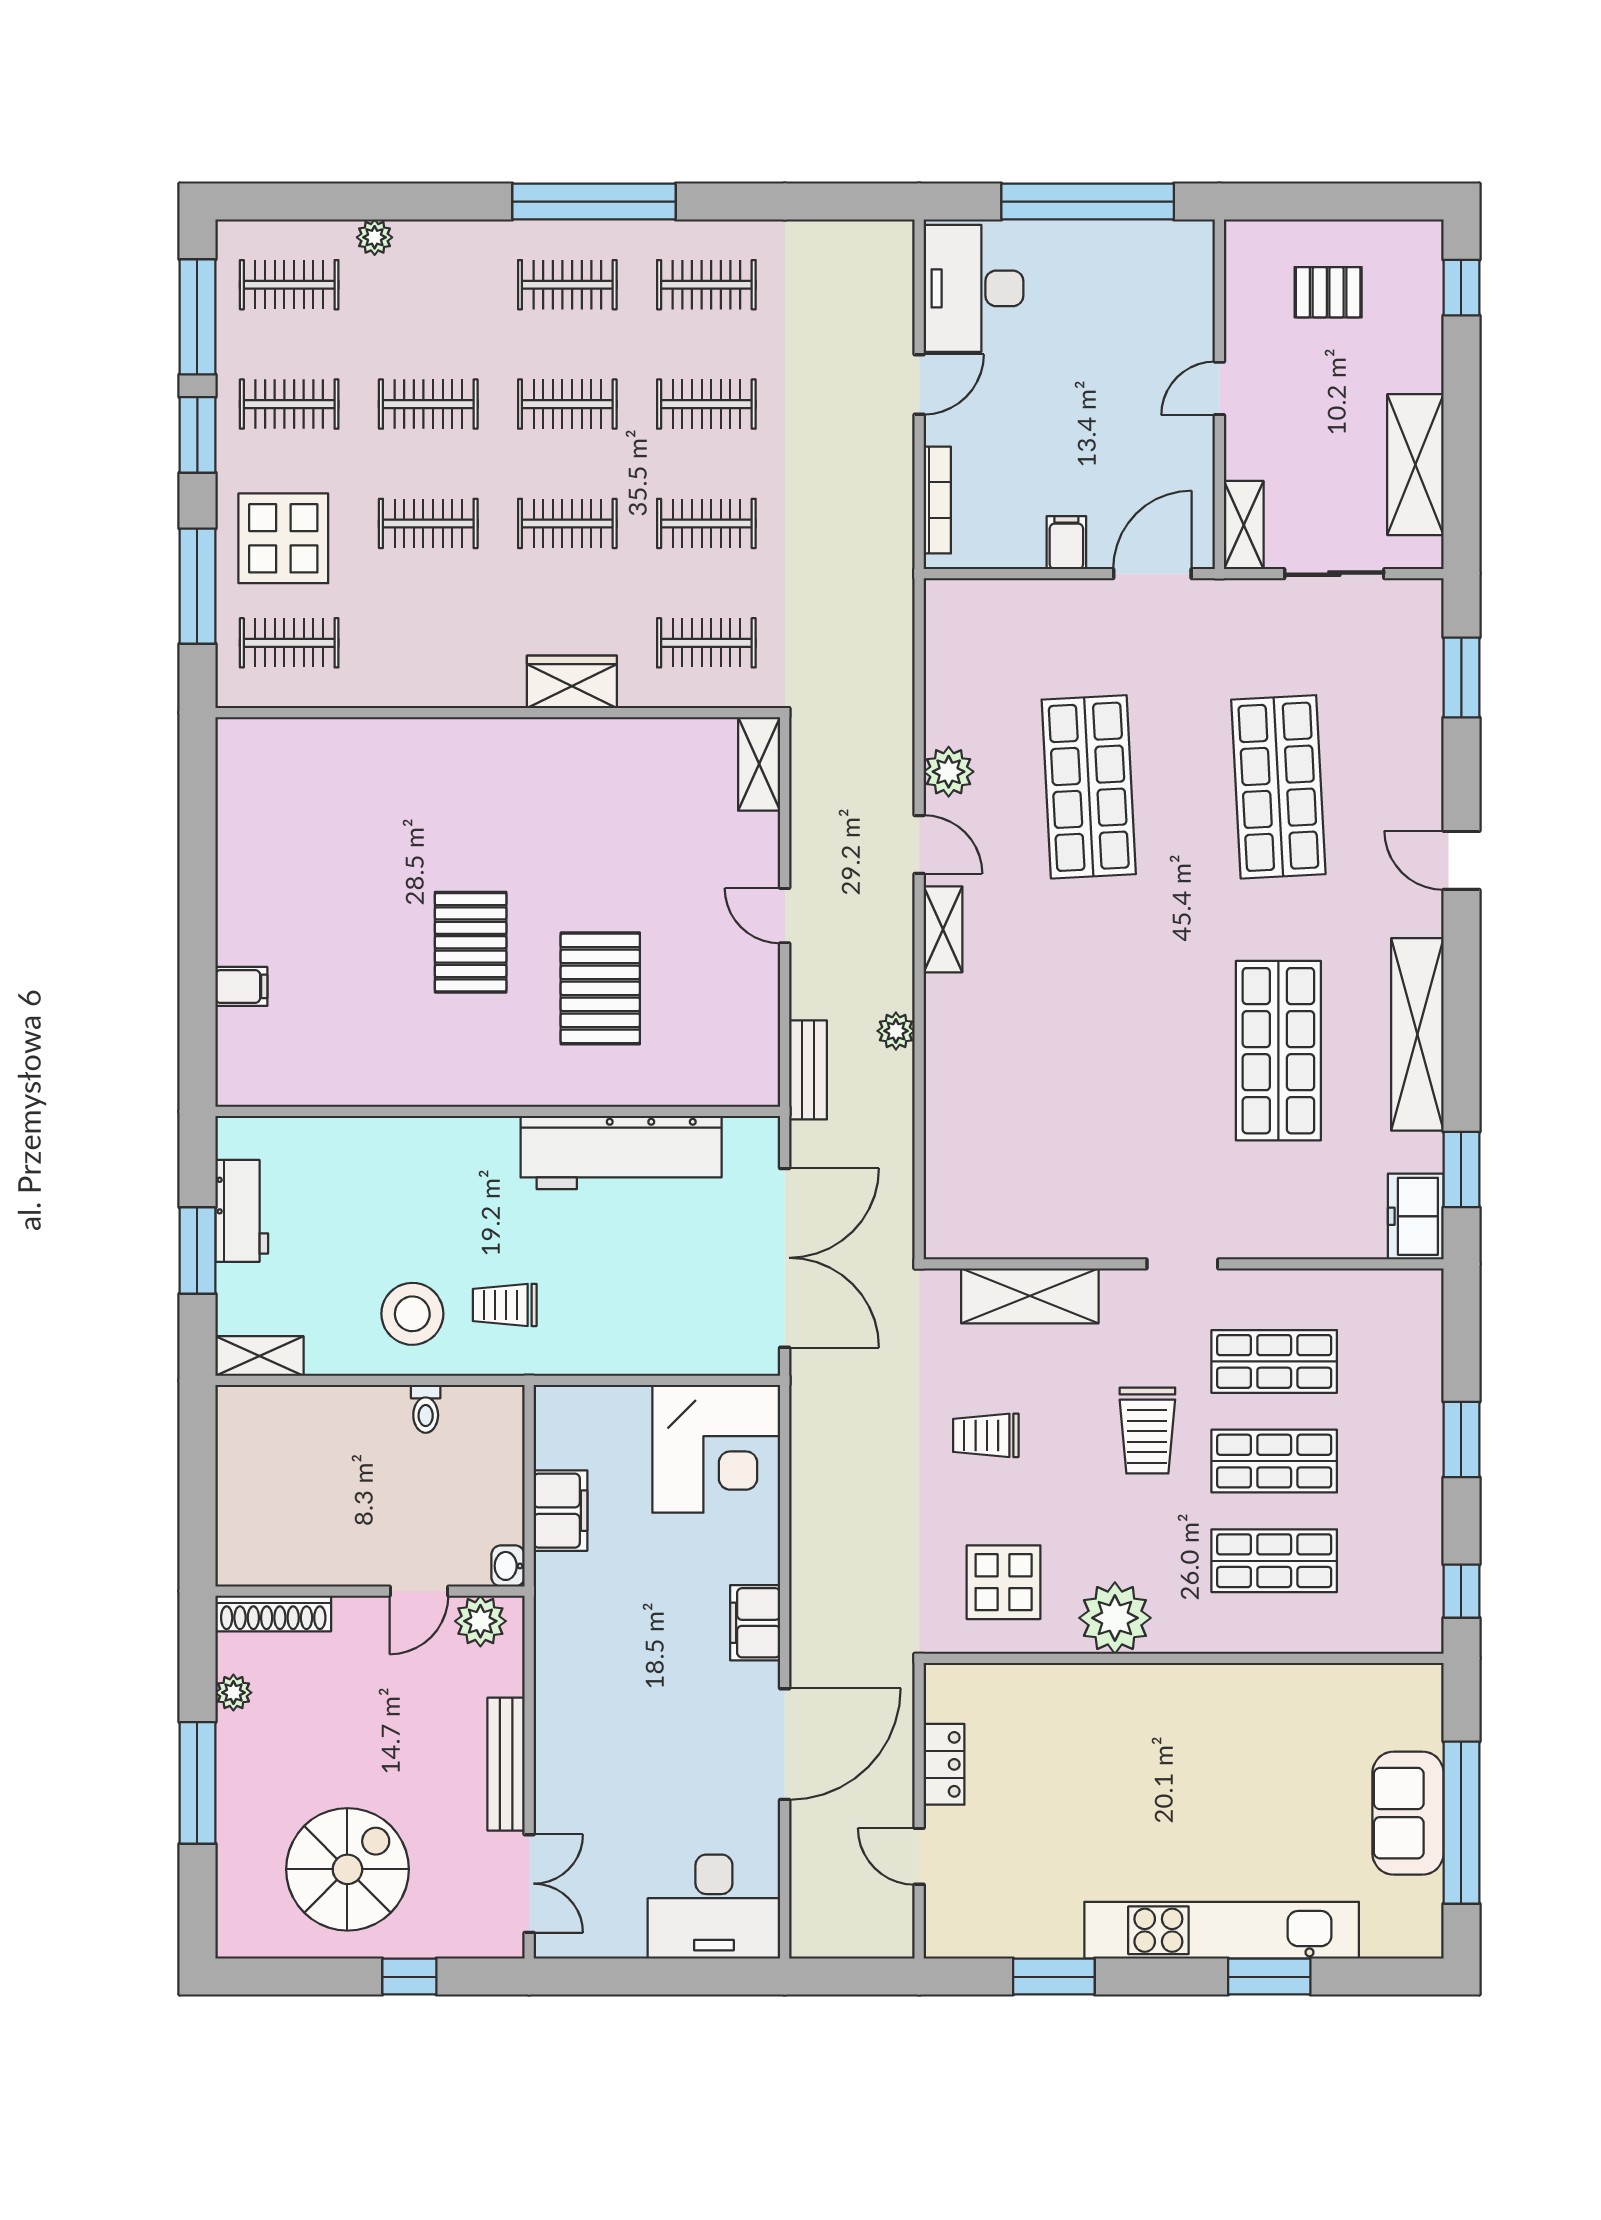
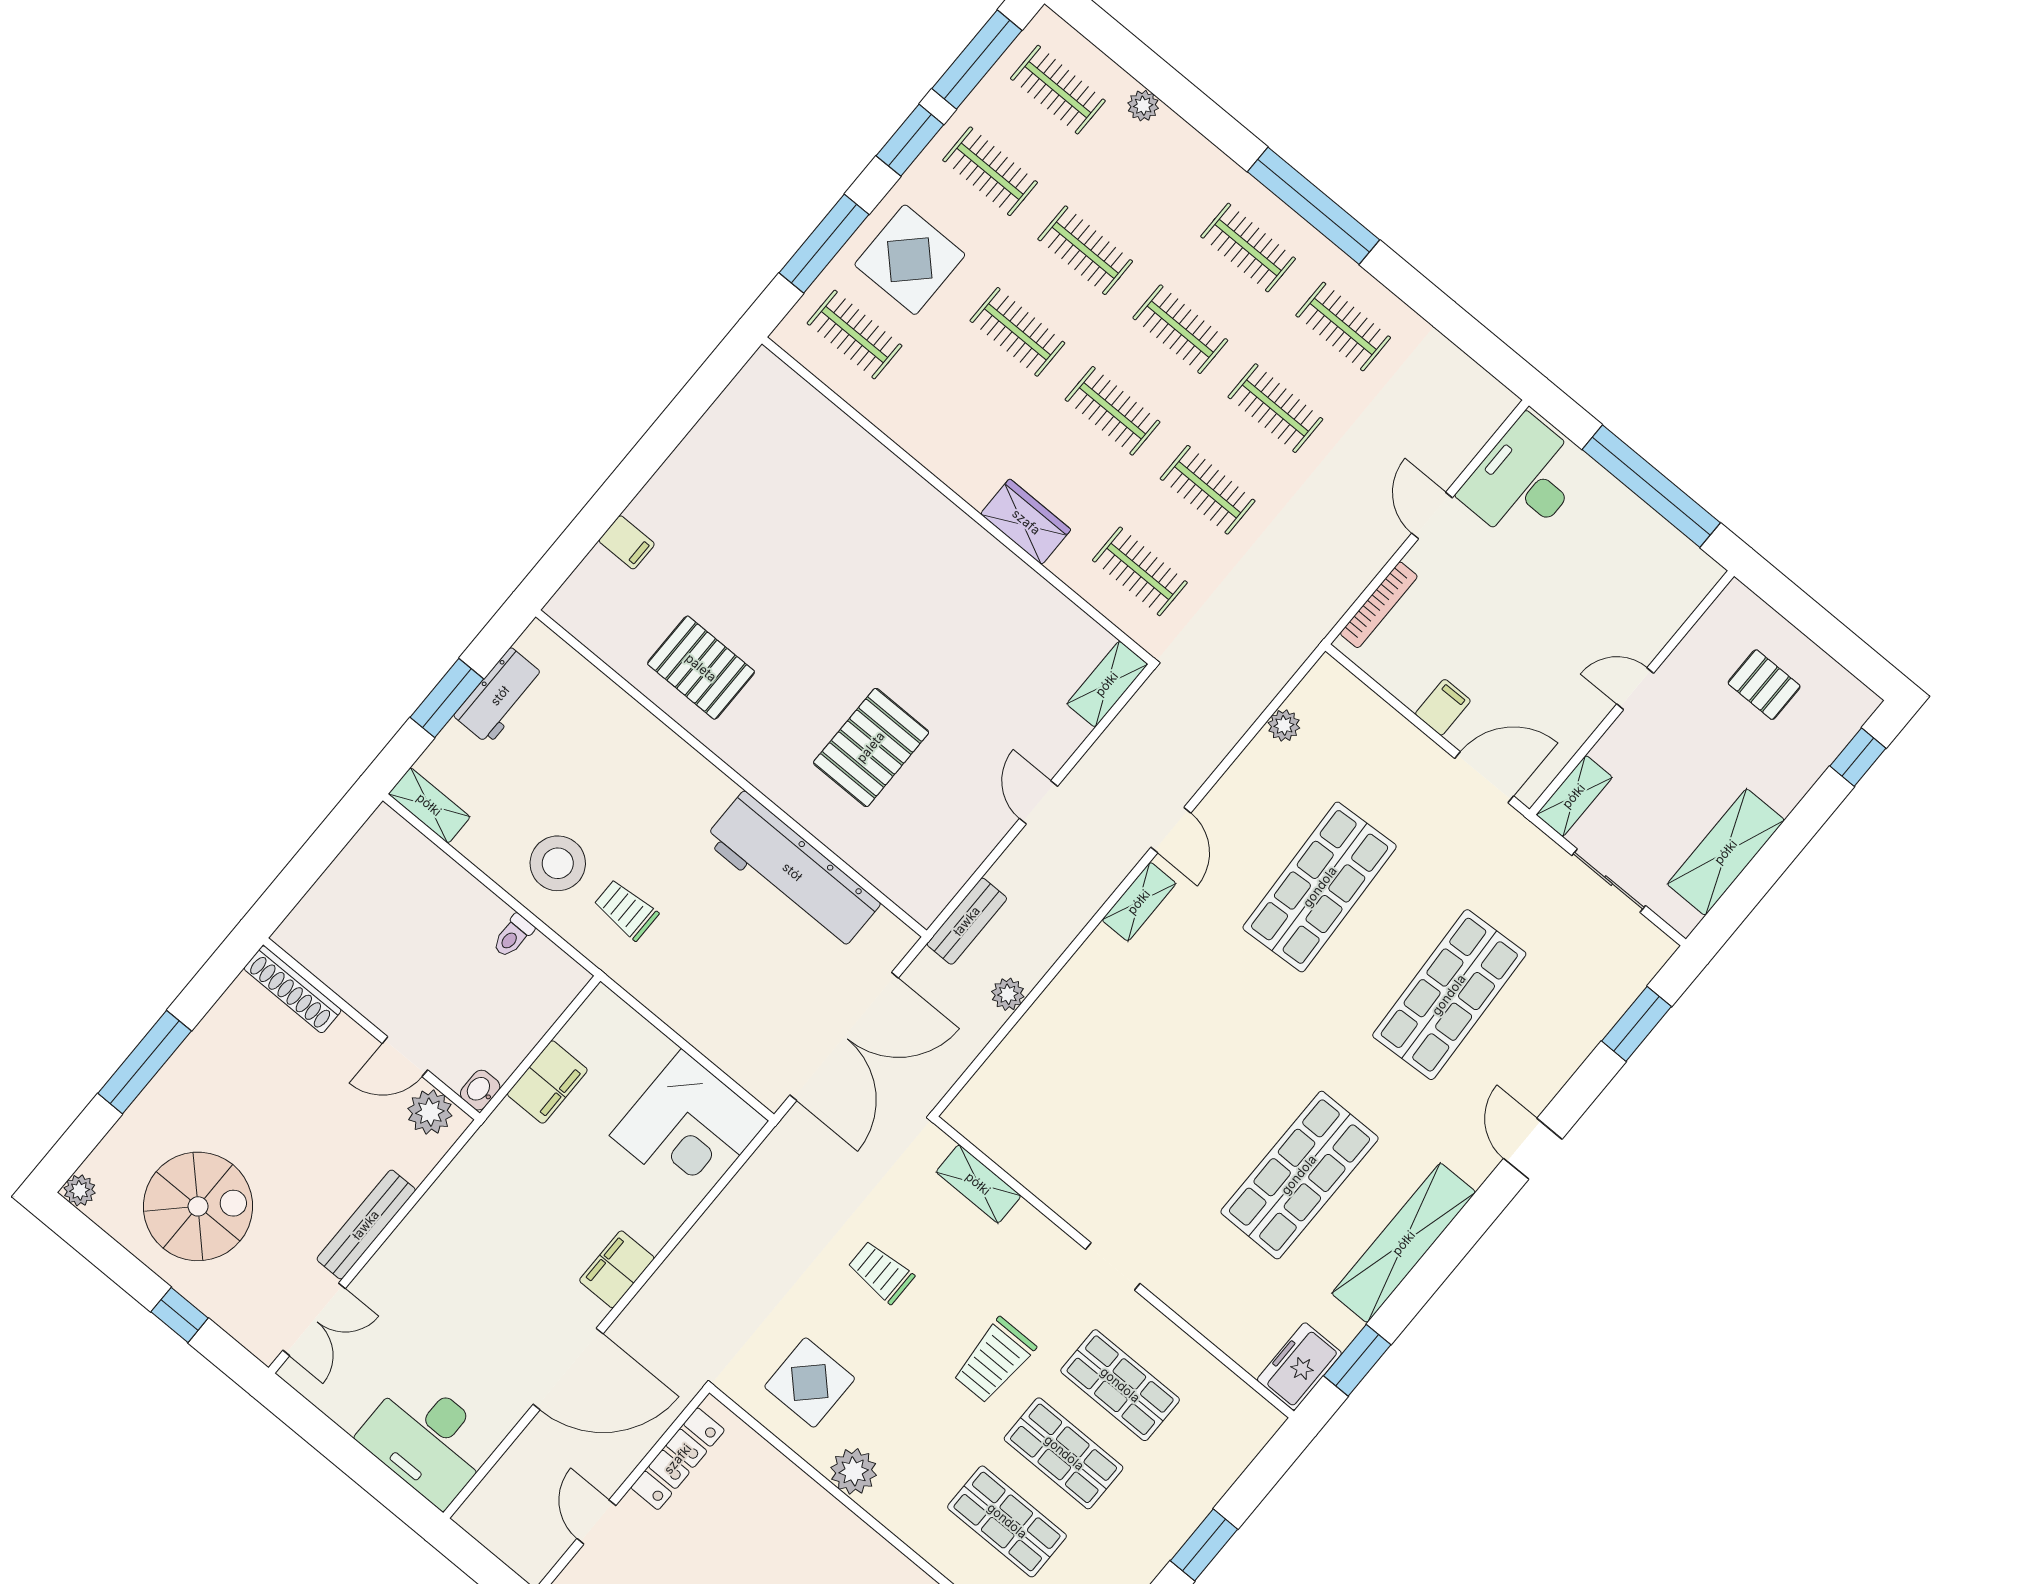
door: (919, 384) -> (1432, 515), swing flipped
plant: (949, 772) -> (1284, 725), moved, width x0.73, depth x0.73
pallet: (471, 942) -> (701, 668), moved, turned 90
plant: (896, 1031) -> (1008, 994), moved
shelving: (1030, 1296) -> (978, 1184), width x0.67, depth x0.75
plant: (1115, 1618) -> (854, 1471), width x0.73, depth x0.73
plant: (233, 1693) -> (80, 1190), moved
locker: (944, 1764) -> (678, 1459), width x1.53

